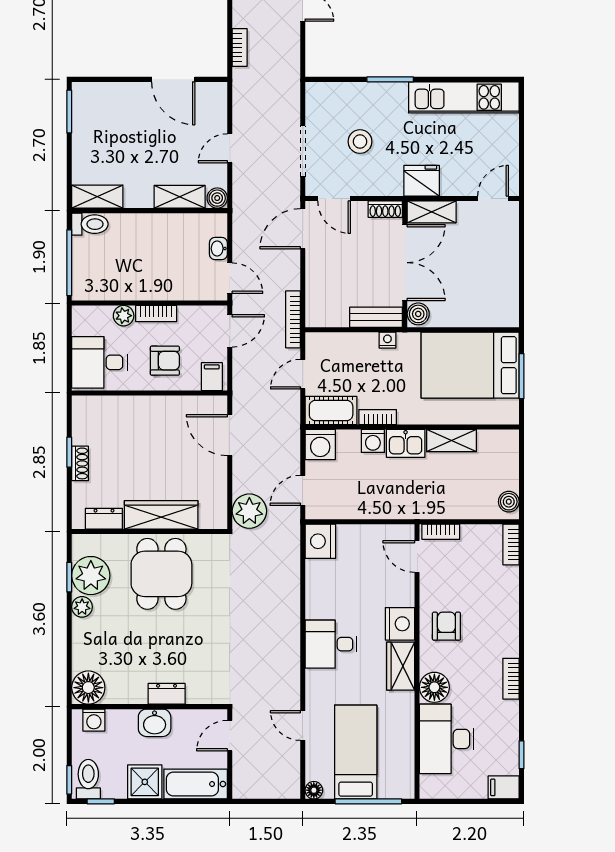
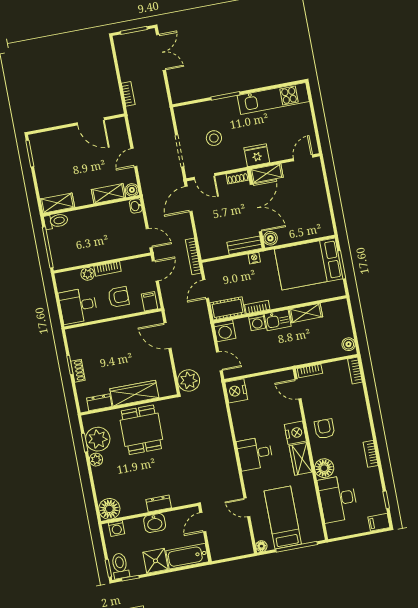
washbasin: (218, 248) -> (136, 206), moved
door: (303, 490) -> (219, 361), swing flipped

